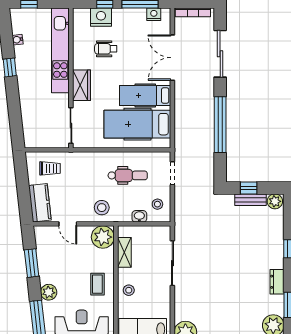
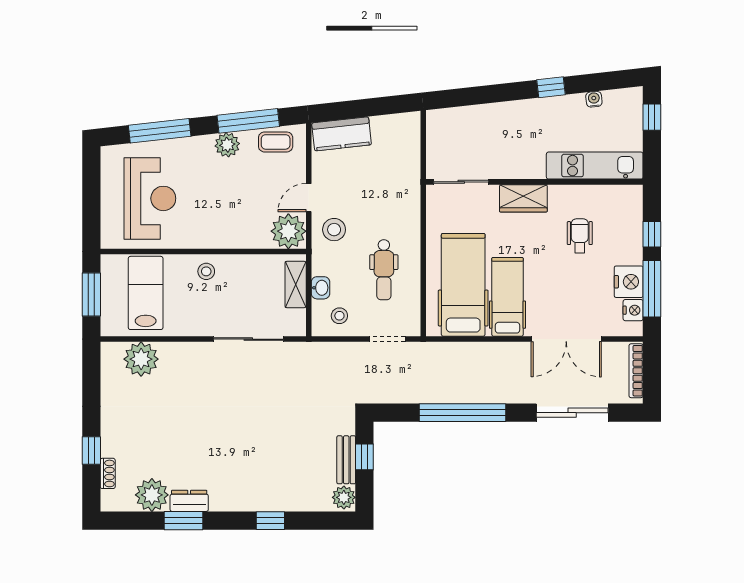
nightstand: (101, 17) -> (629, 282), moved
kitchen unit: (60, 50) -> (595, 166), width x0.73
double door: (172, 58) -> (566, 339), swing flipped
trolley: (50, 168) -> (395, 149), removed
door: (68, 224) -> (309, 198), moved
shelving: (124, 252) -> (296, 285), moved, turned 90
window: (32, 263) -> (248, 121), width x1.44
dresser: (277, 282) -> (189, 501), moved
coffee table: (97, 284) -> (276, 142), moved
plant: (49, 292) -> (227, 145), moved

